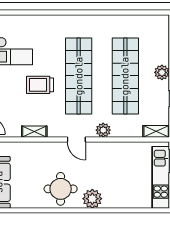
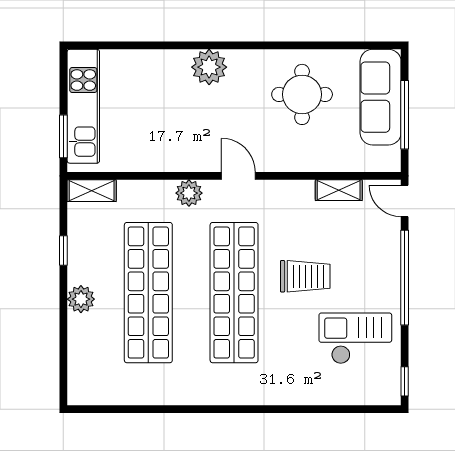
shelving: (34, 132) -> (339, 190), moved
round table: (61, 189) -> (302, 94), moved

